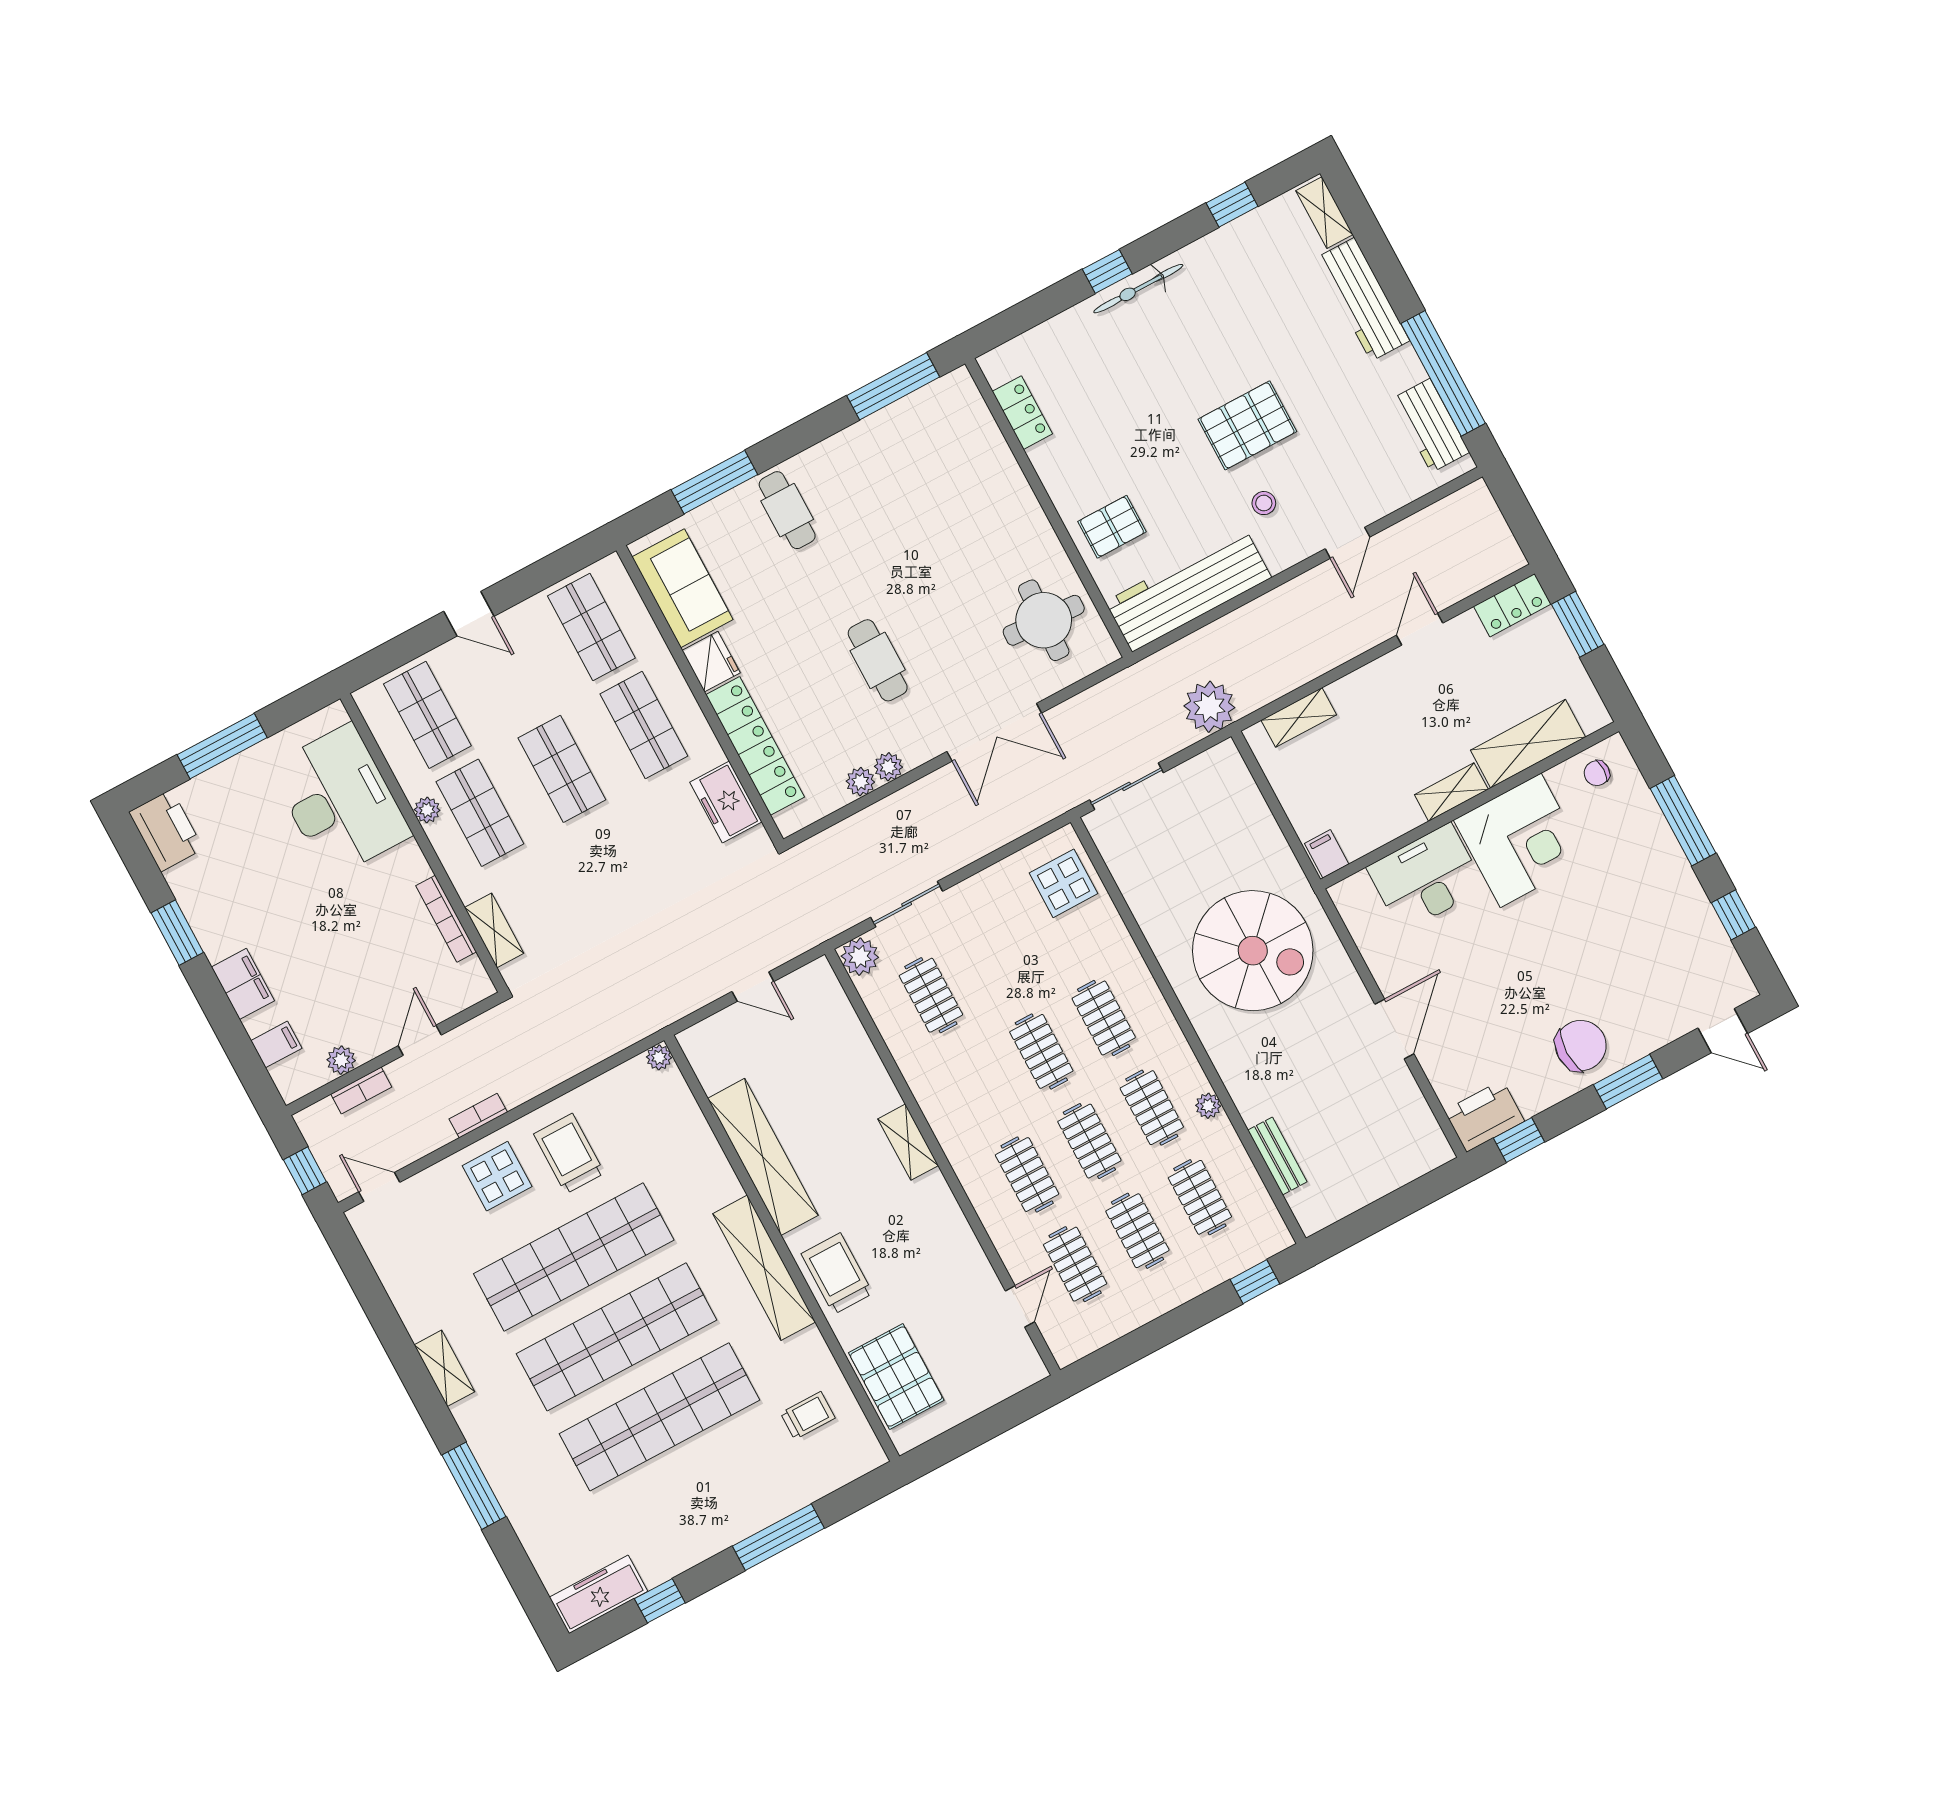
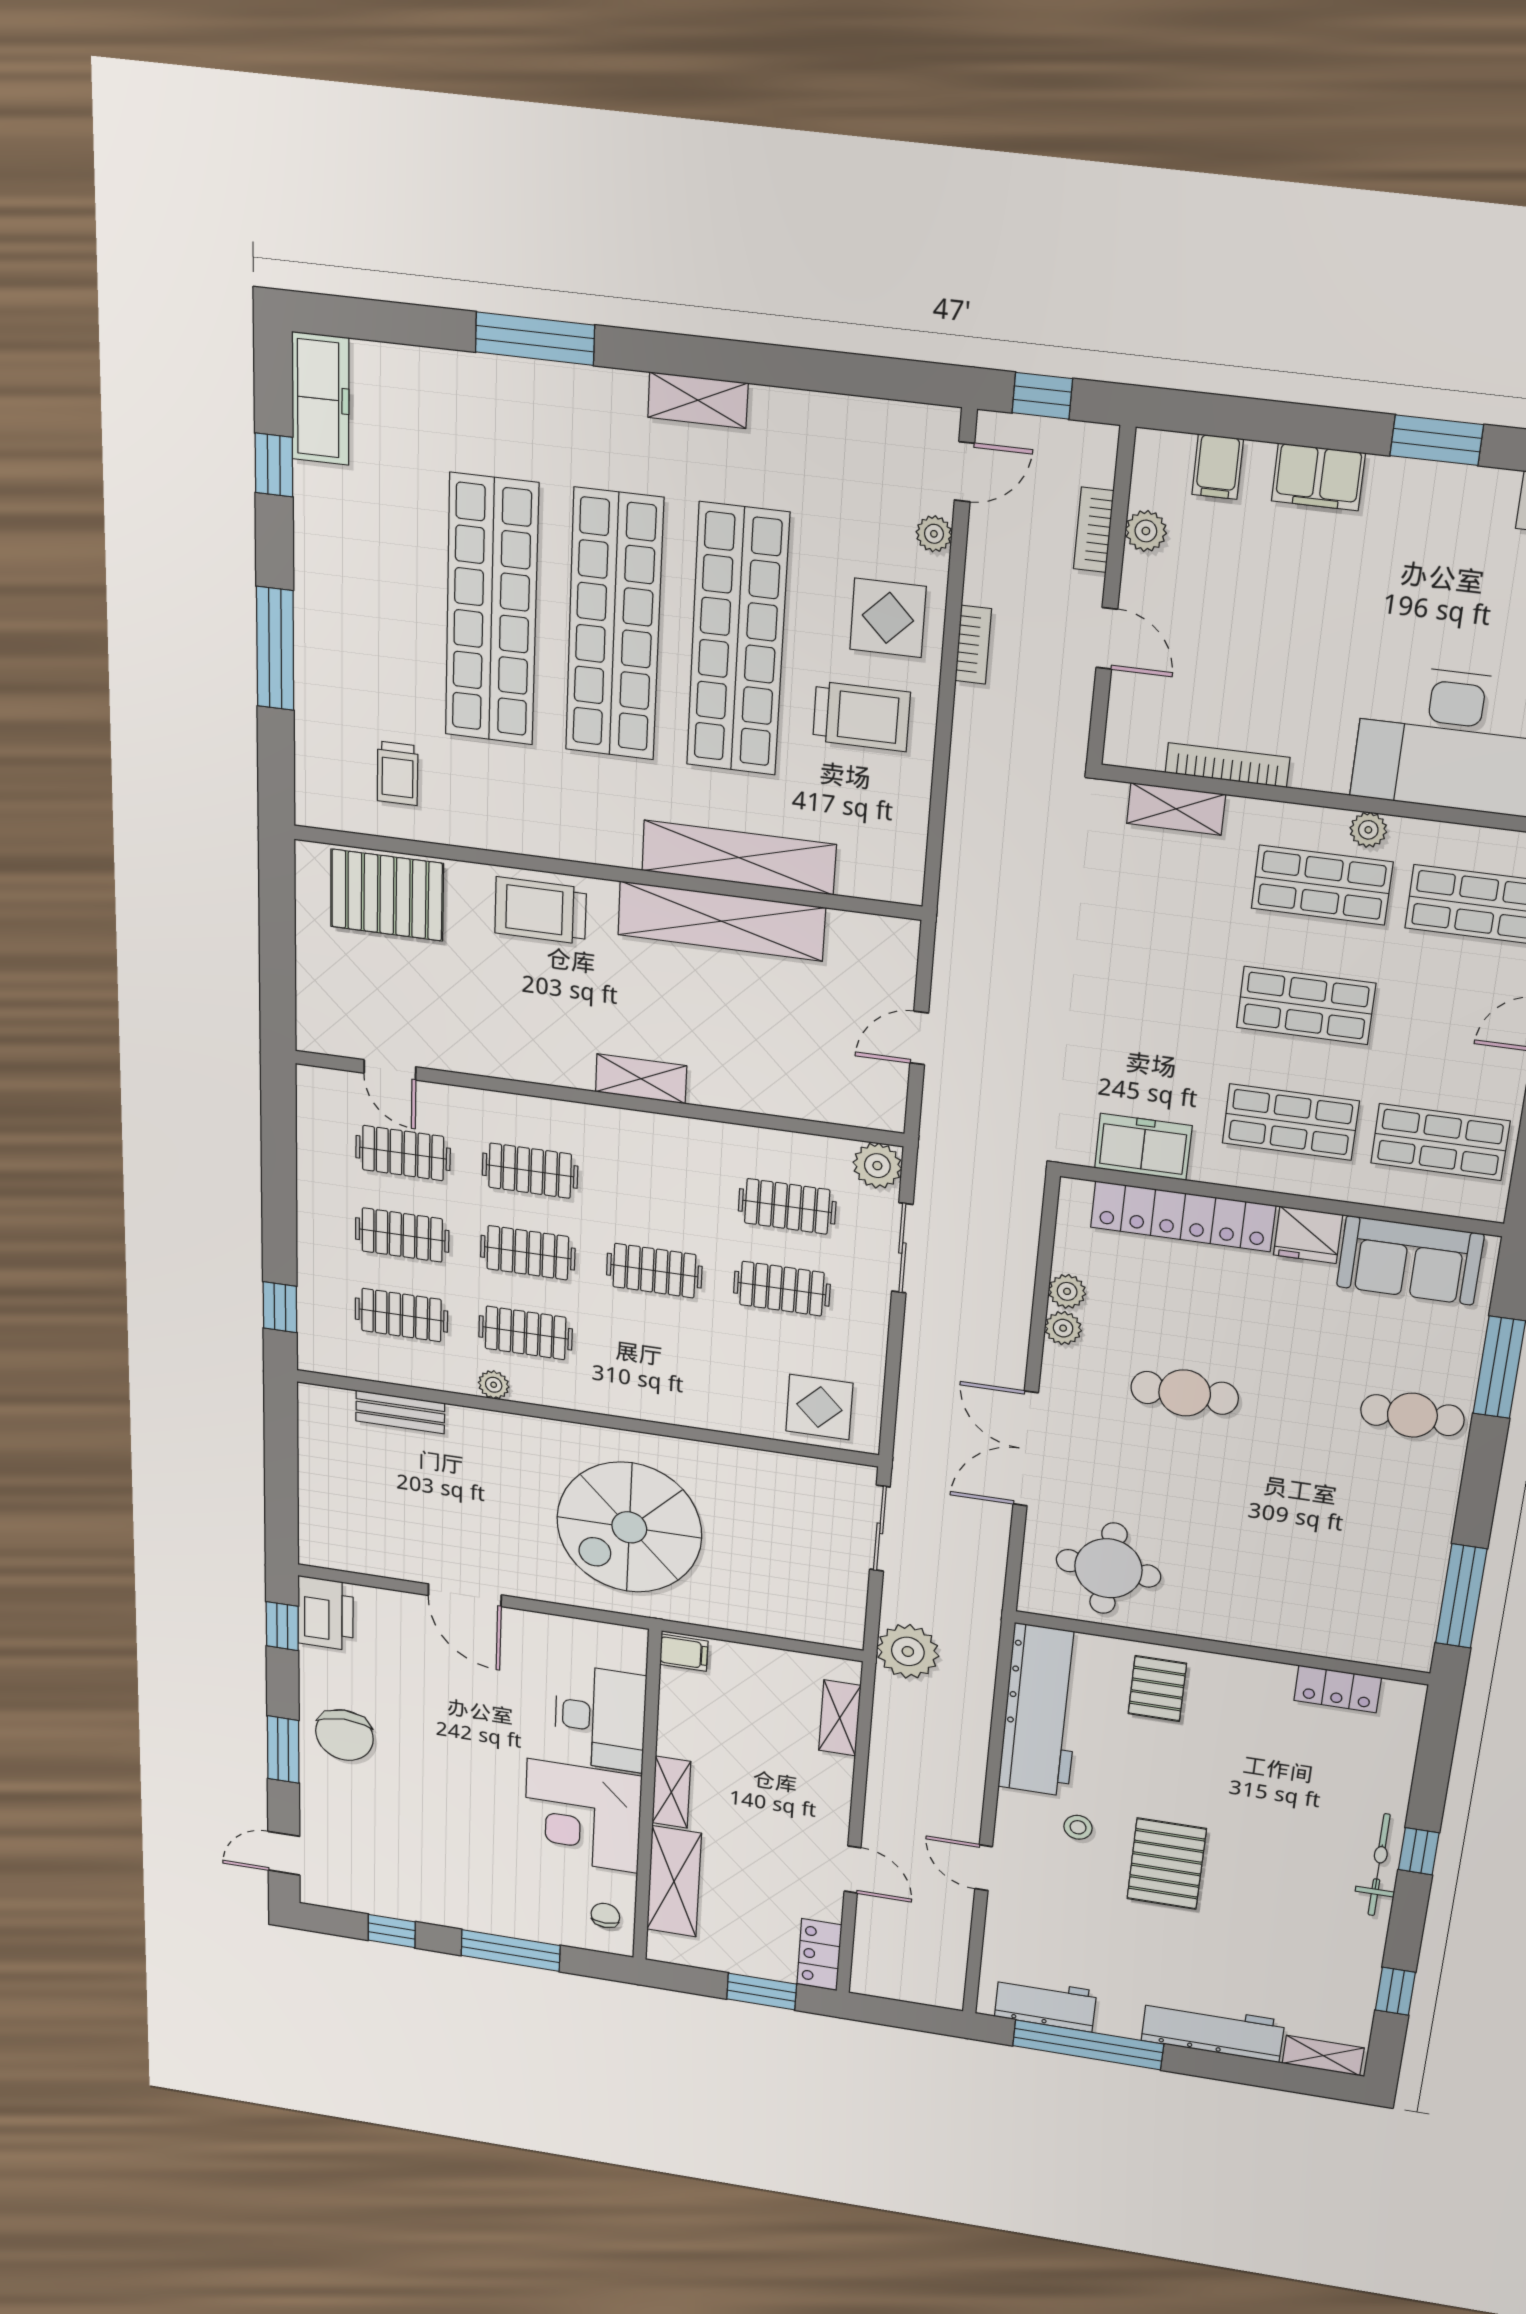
clothes rail: (1104, 1018) -> (782, 1289), moved
plant: (659, 1057) -> (934, 534), moved
shelving: (764, 1268) -> (739, 858), moved
trolley: (837, 1274) -> (541, 911), turned 180

